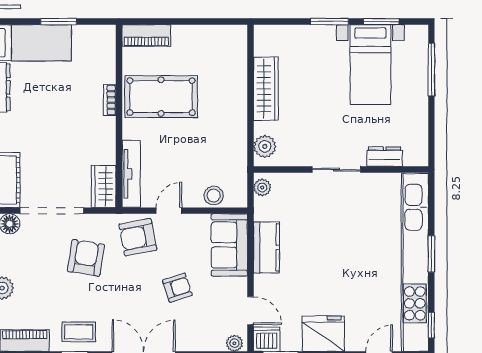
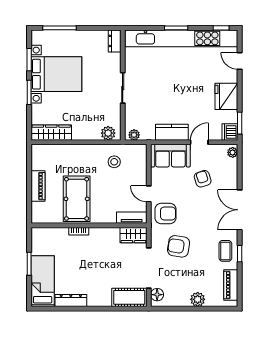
piano: (146, 35) -> (38, 186), moved
bed with nightstands: (370, 65) -> (56, 74), width x1.36
wardrobe: (266, 89) -> (51, 133), moved
dresser: (385, 157) -> (115, 41), moved
tv unit: (131, 174) -> (132, 218), width x0.71
stool: (214, 196) -> (114, 162), moved
armchair: (138, 237) -> (165, 213), turned -79
armchair: (177, 288) -> (203, 179), moved
door: (251, 311) -> (199, 142), moved

